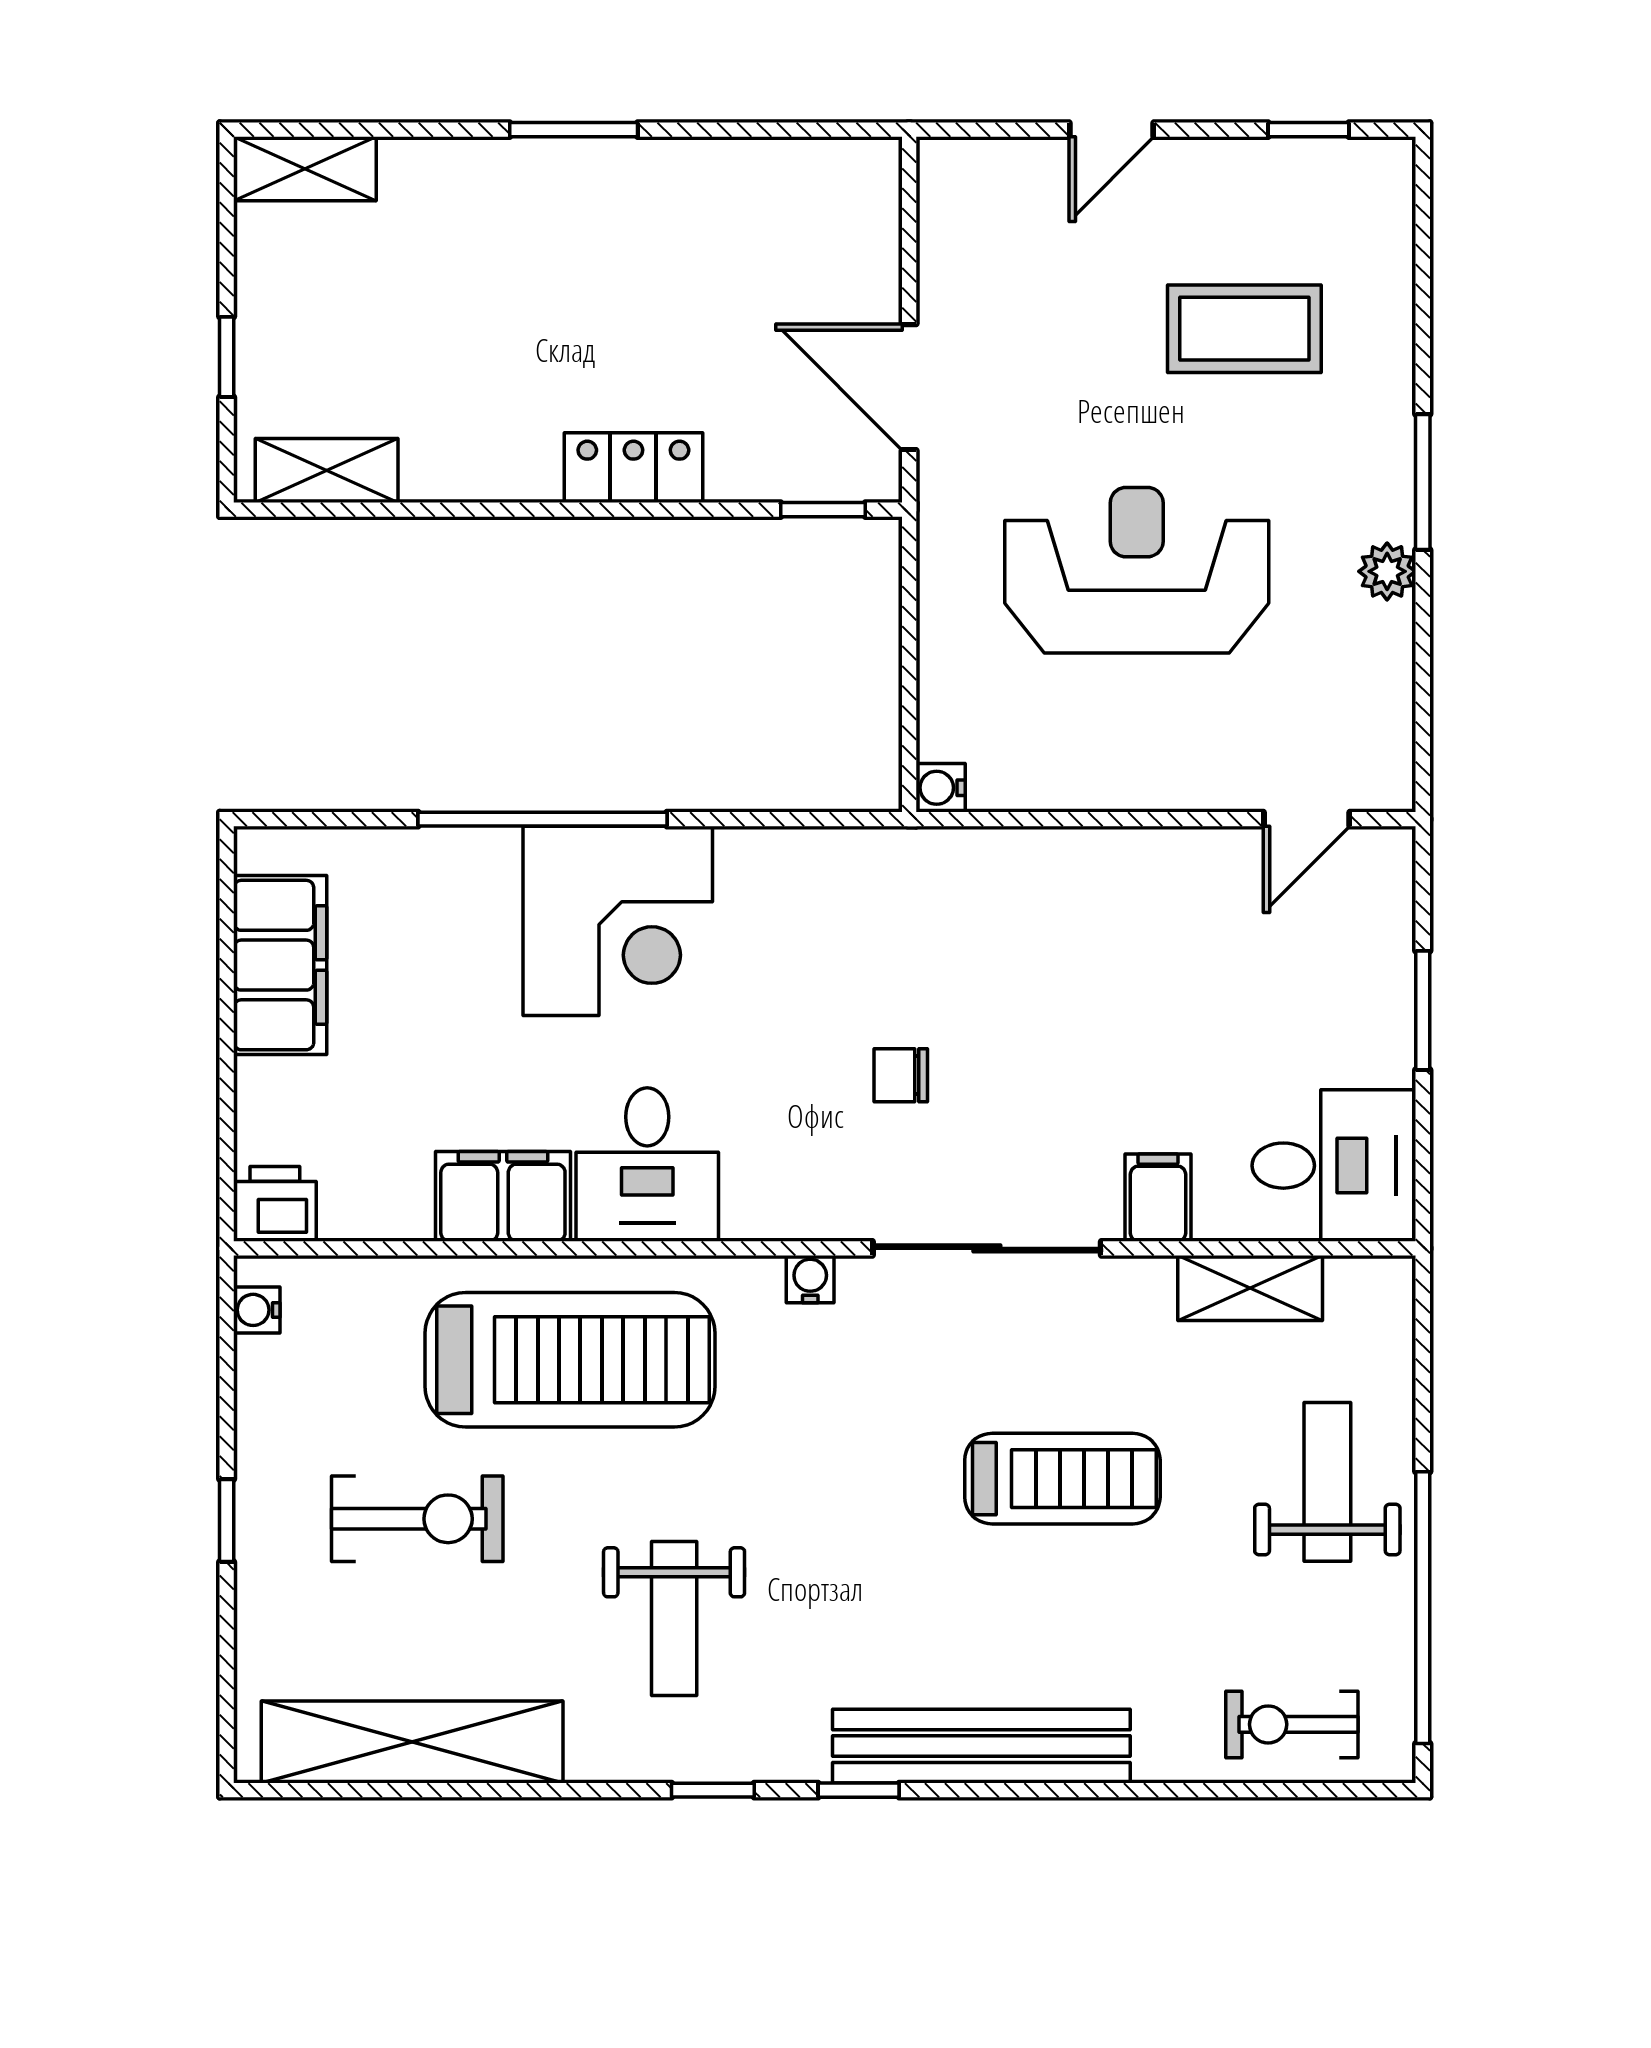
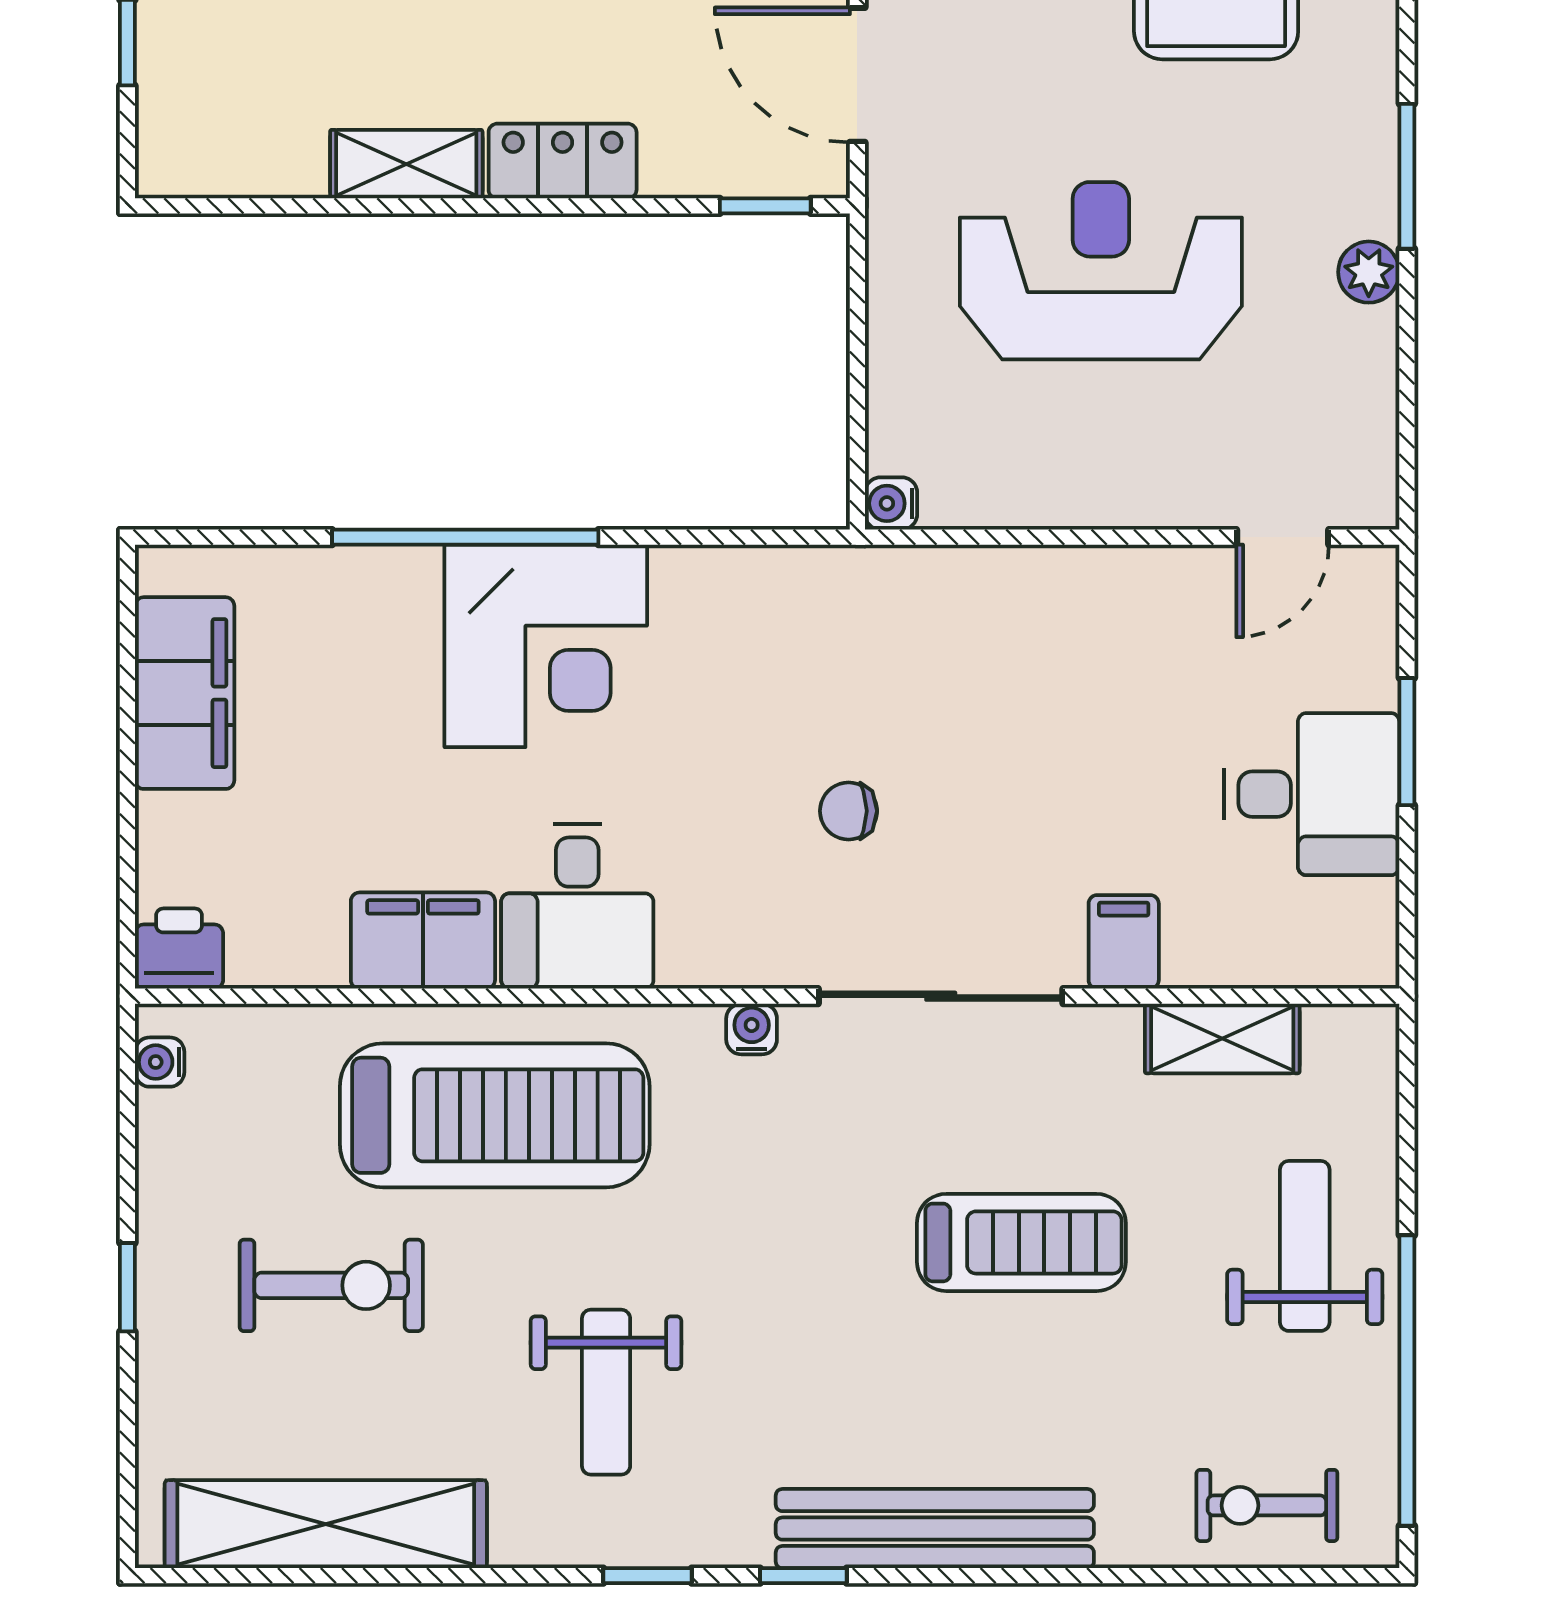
shelving: (327, 471) -> (406, 164), moved
desk: (1334, 1166) -> (1312, 794), moved

